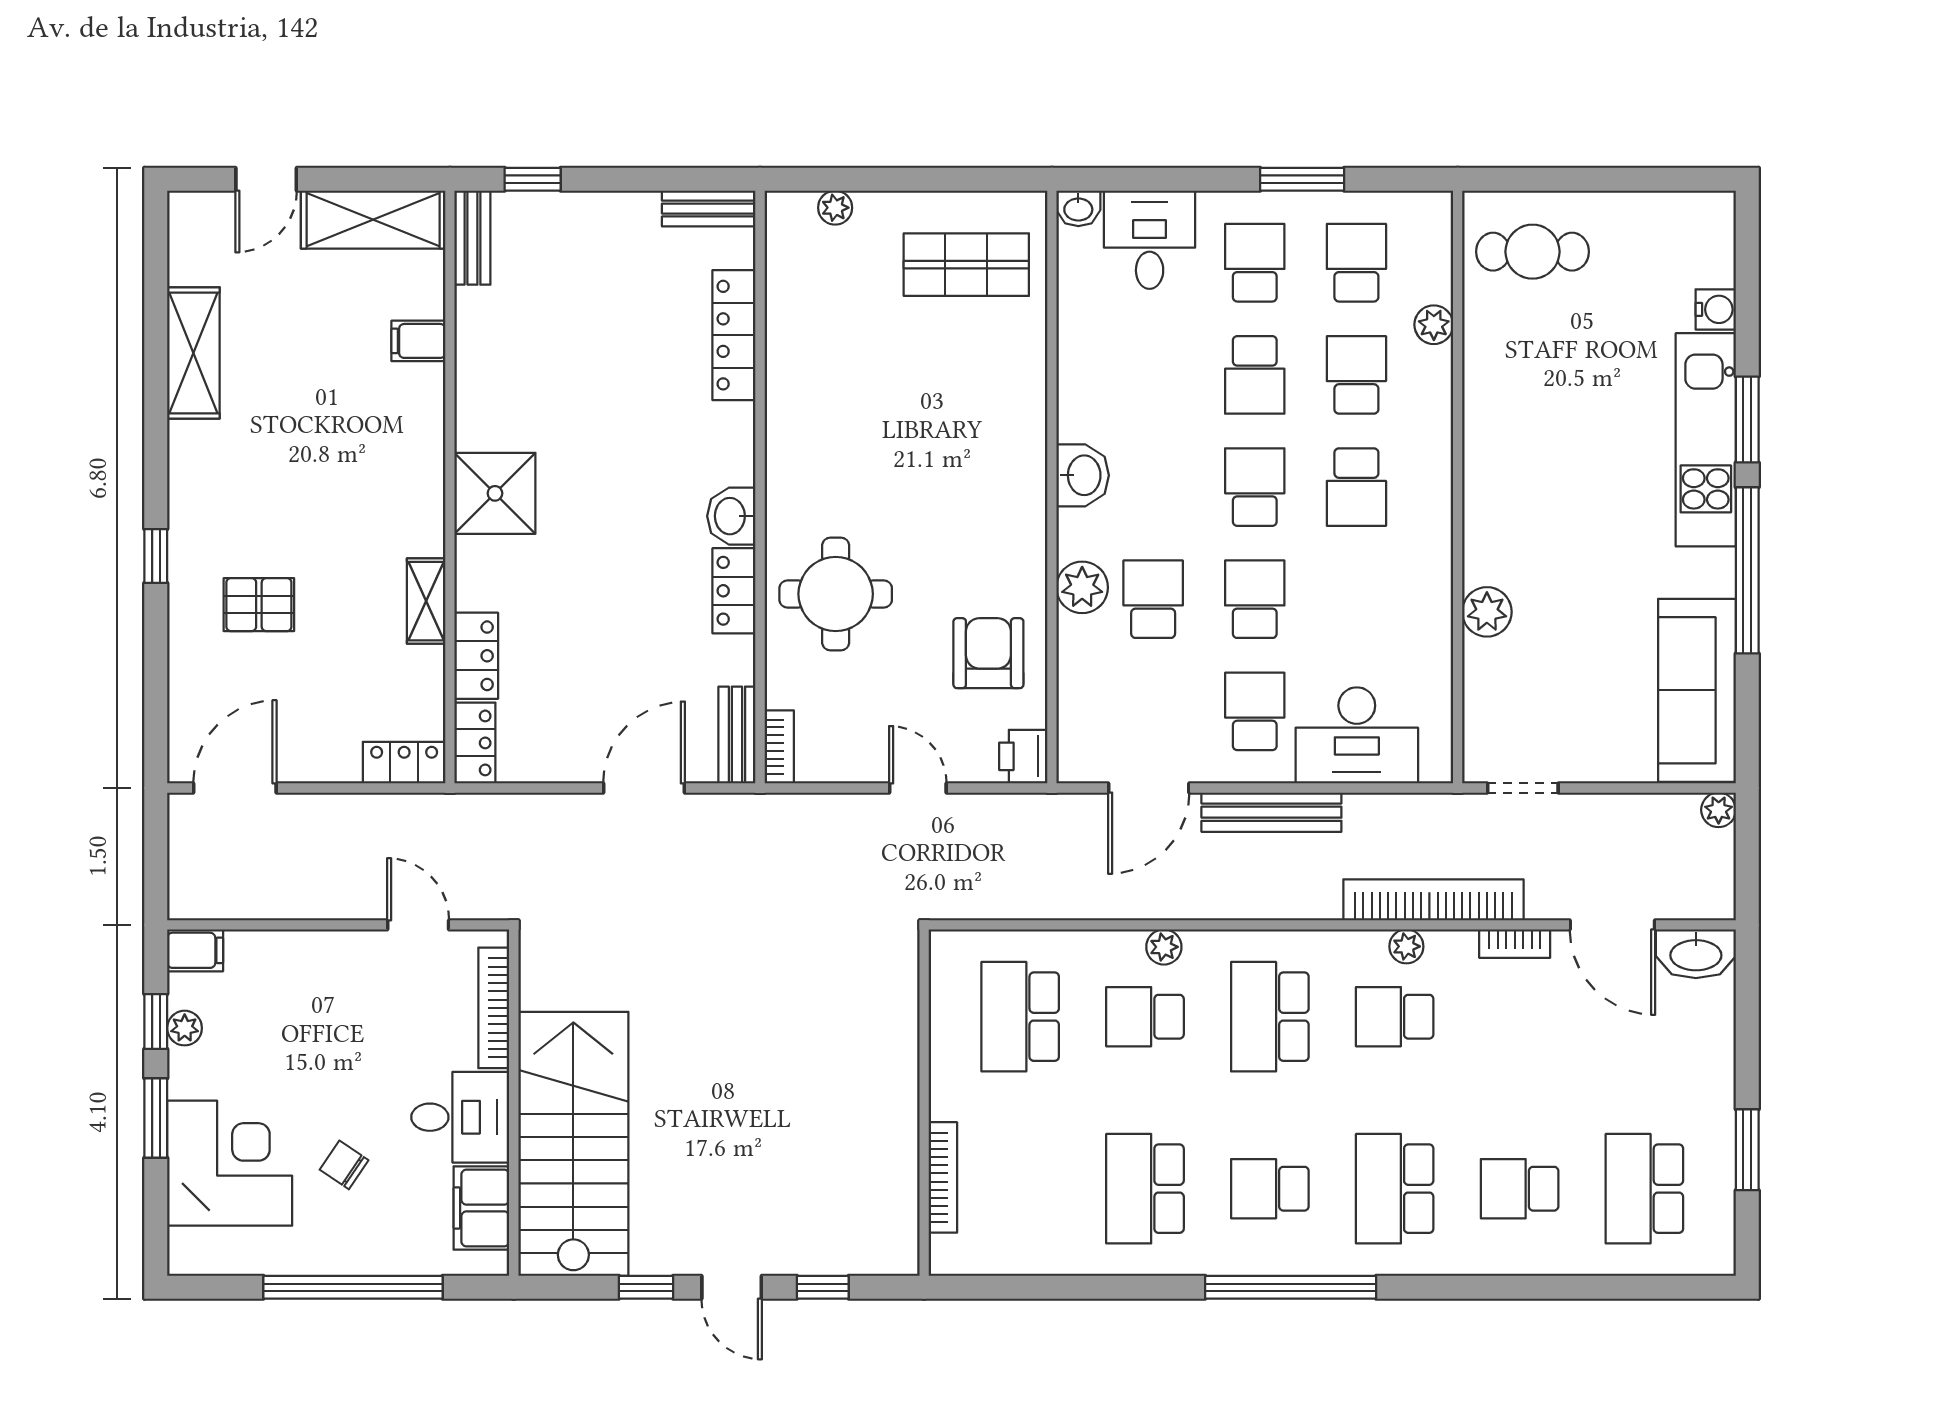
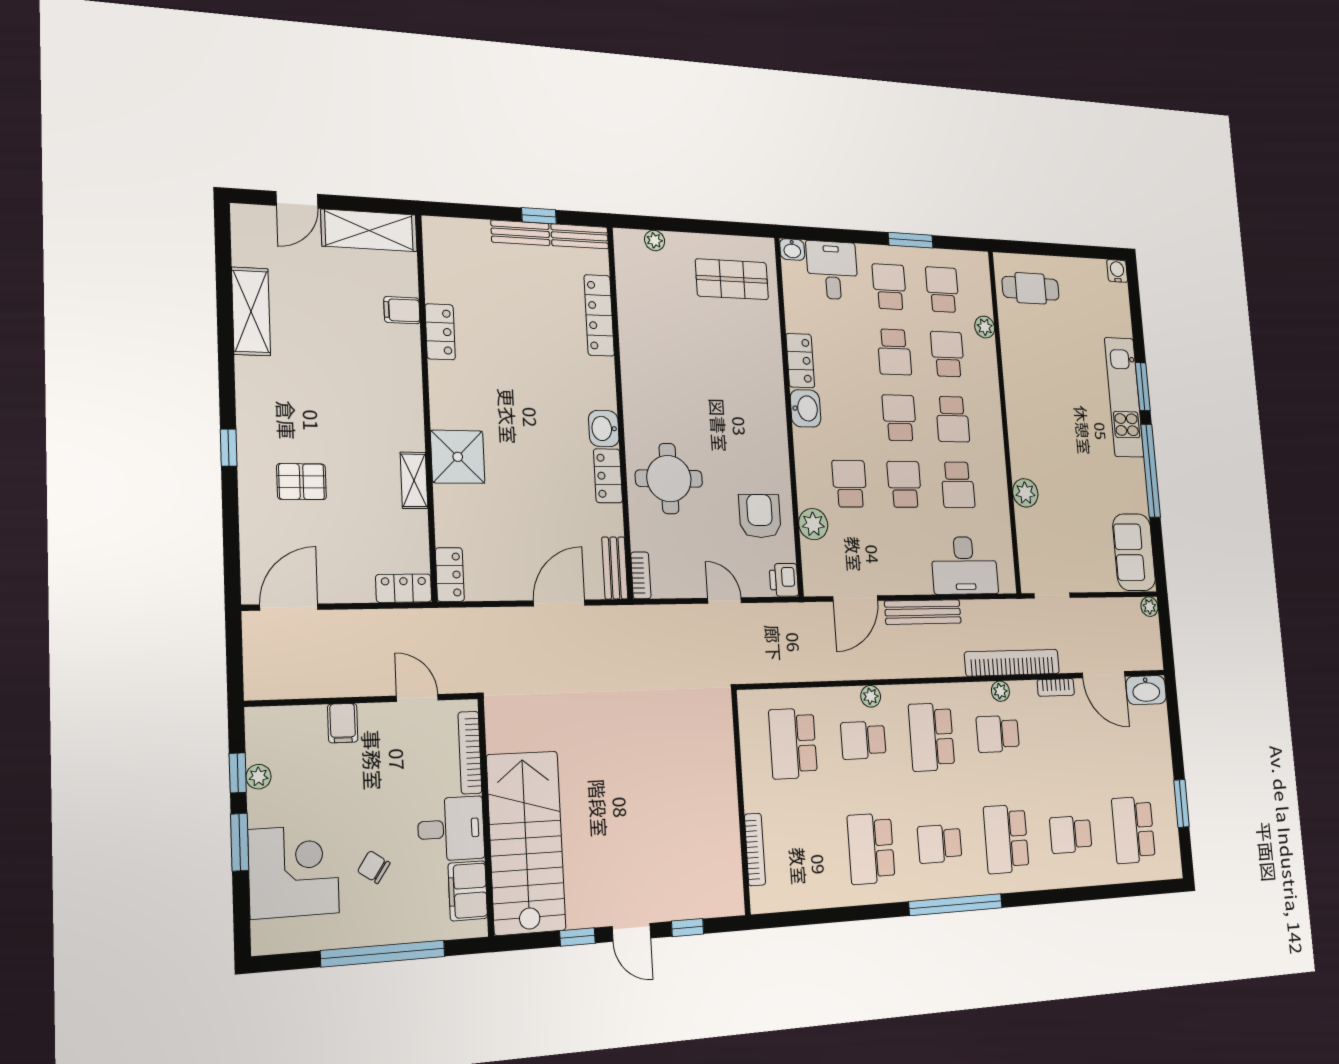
window: (533, 179) -> (539, 216), moved
bench: (472, 238) -> (520, 233), moved, turned 90
water cooler: (1716, 309) -> (1117, 271), moved, turned -90
locker: (1079, 396) -> (800, 361), added
shower: (495, 493) -> (458, 457), moved
plant: (1082, 587) -> (813, 524), moved
locker: (476, 656) -> (440, 332), moved
sofa: (1697, 690) -> (1134, 552), width x0.73
school desk: (1255, 711) -> (958, 485), moved, turned 180
filing cabinet: (195, 950) -> (343, 723), moved, turned 90

